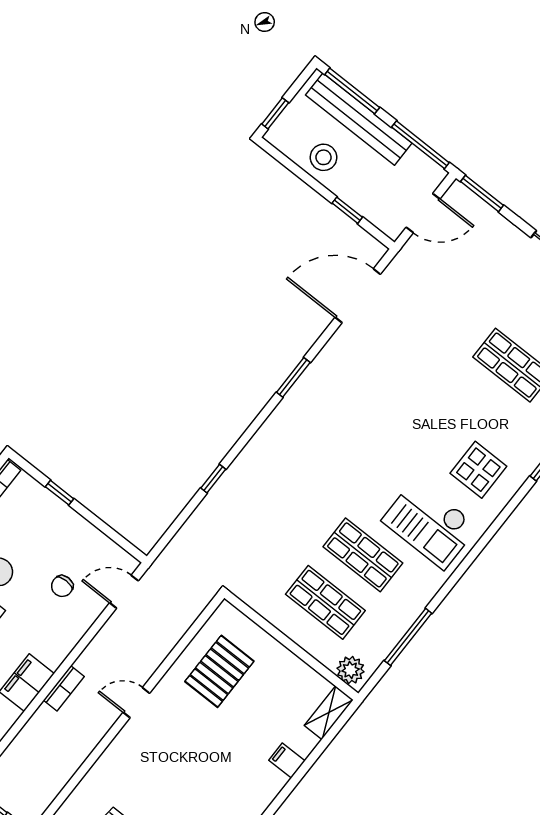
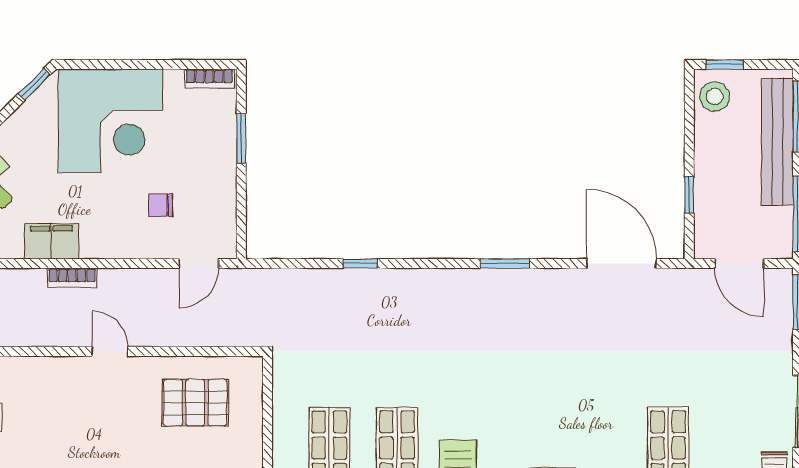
stool: (324, 157) -> (715, 97), moved
window: (60, 493) -> (241, 138), width x1.50
door: (124, 592) -> (199, 264), swing flipped

